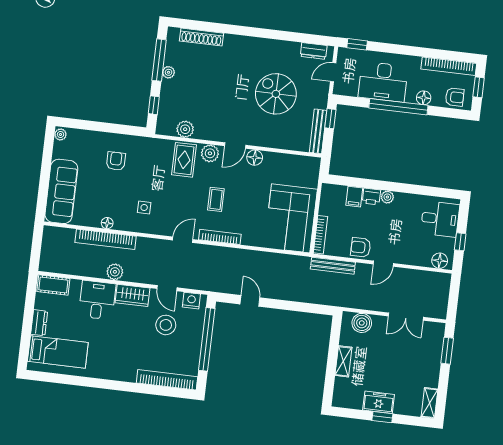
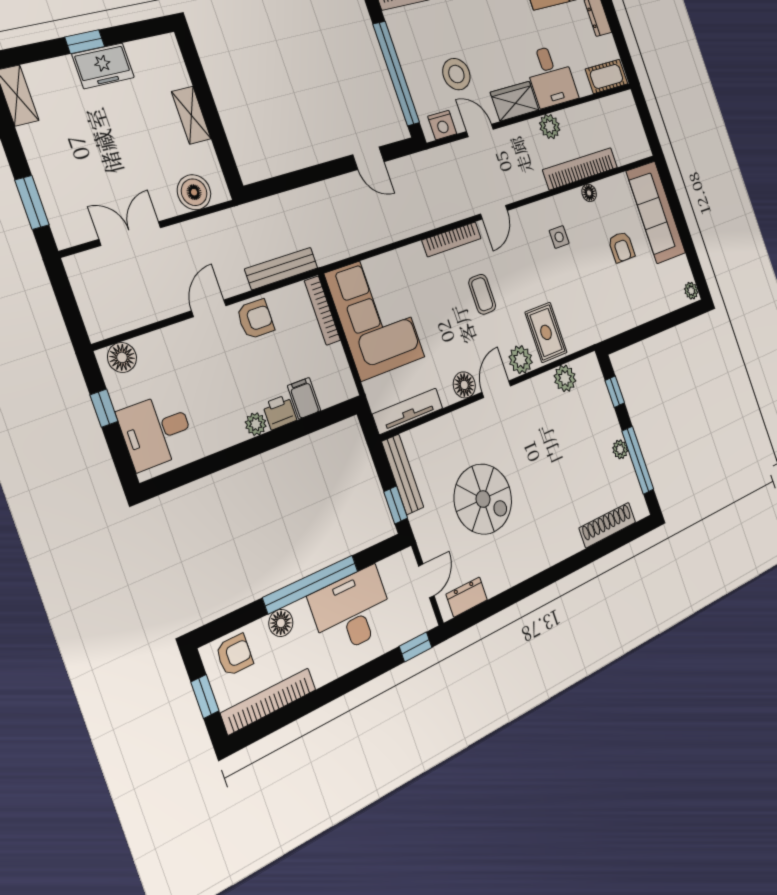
armchair: (455, 97) -> (234, 655), turned 180
armchair: (116, 161) -> (622, 247), moved
tv unit: (297, 161) -> (408, 411), added

